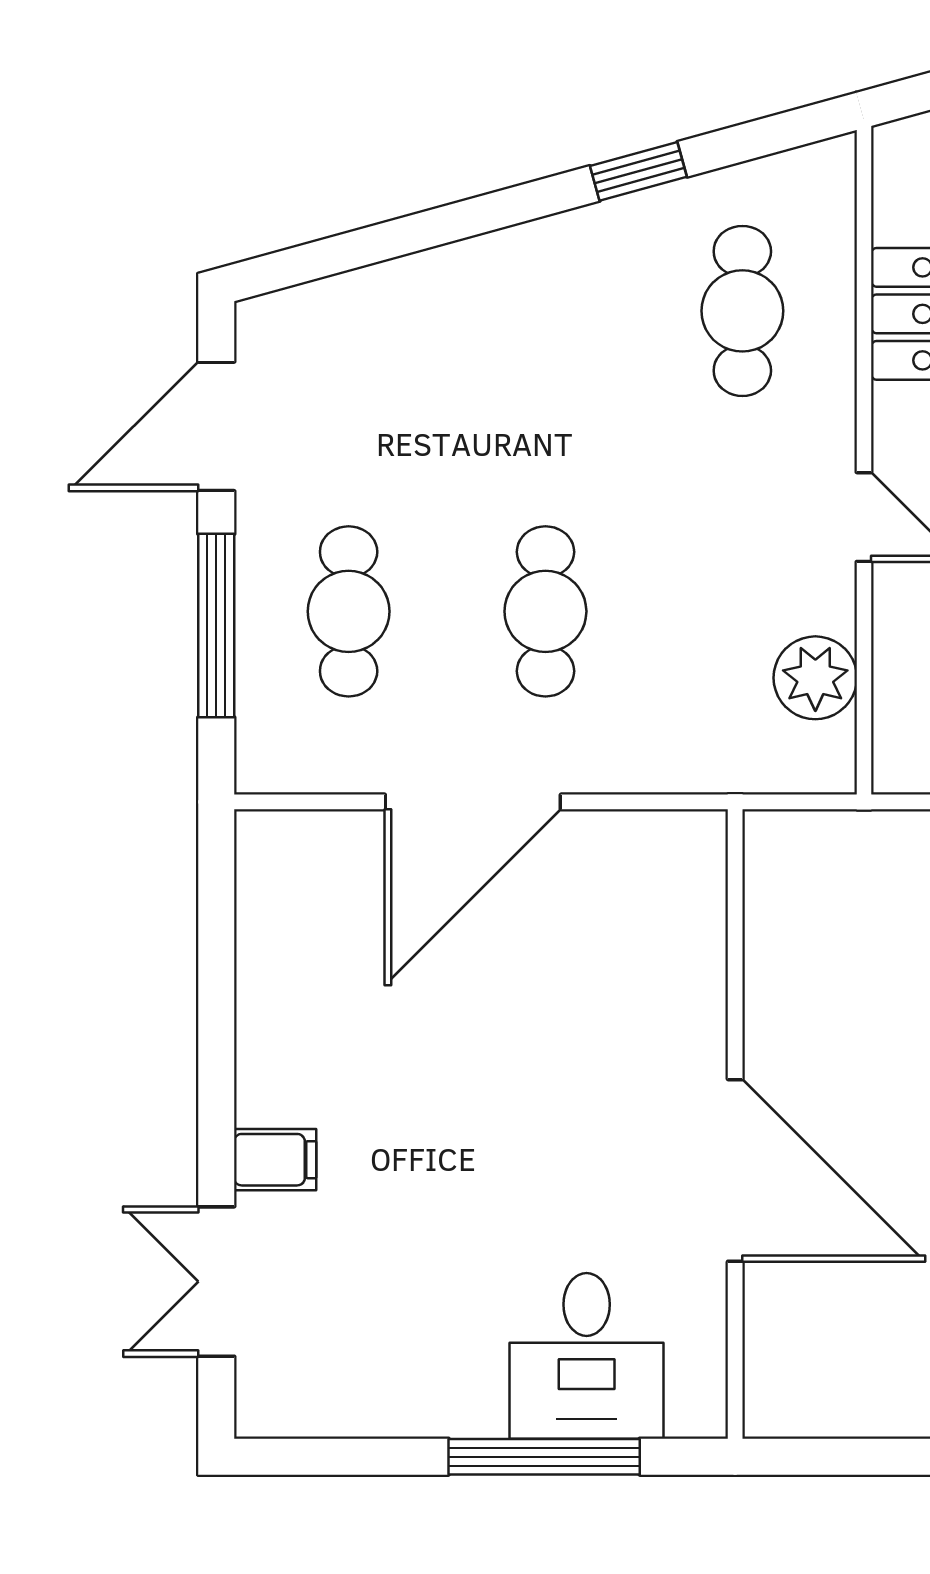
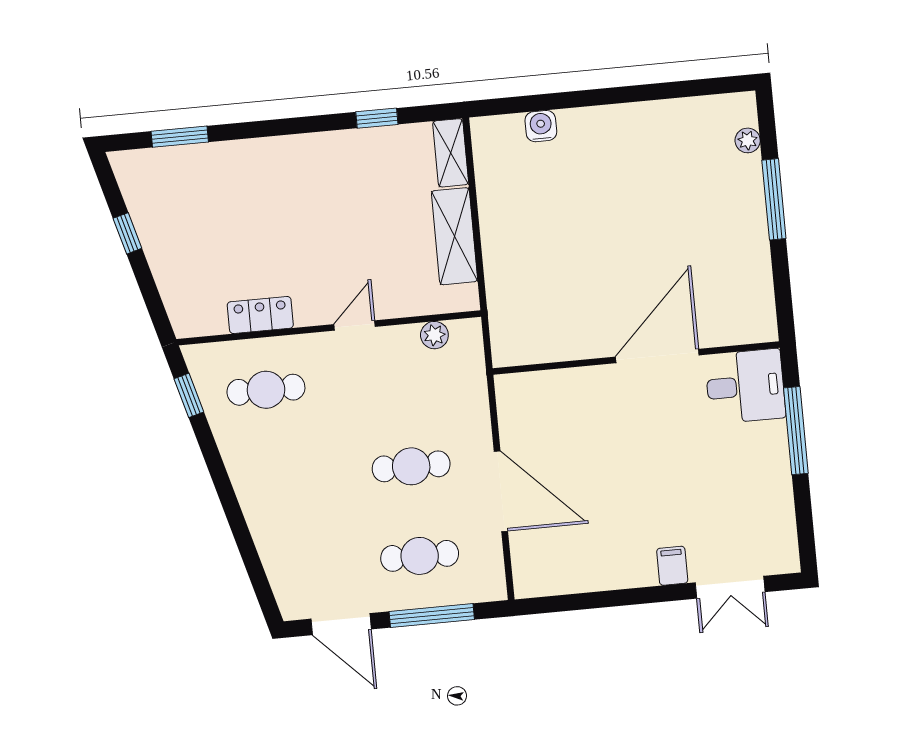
window: (638, 171) -> (189, 395), moved
plant: (815, 678) -> (434, 335), width x0.73, depth x0.73
desk: (587, 1356) -> (745, 386), moved

